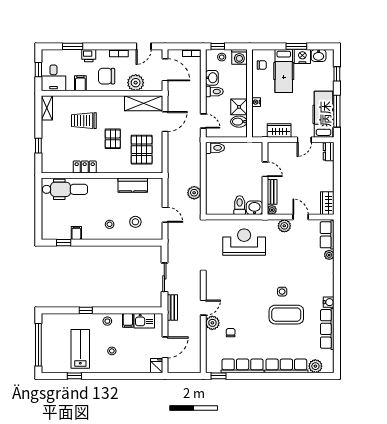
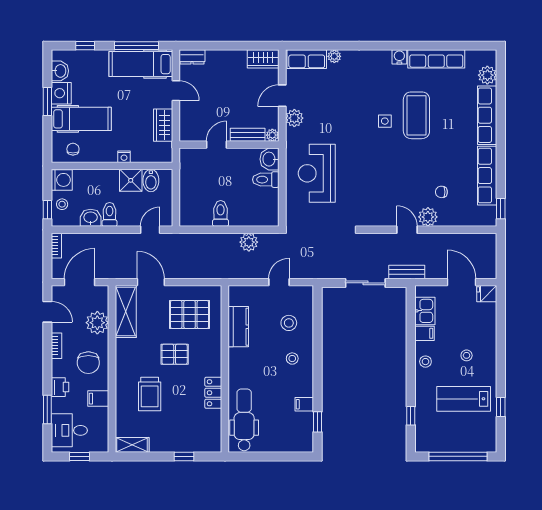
desk: (53, 78) -> (69, 430), moved, turned 180
toilet: (215, 148) -> (221, 213), moved
window: (86, 310) -> (411, 416), moved

